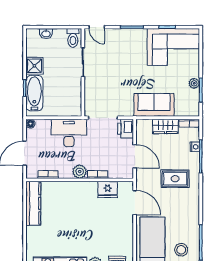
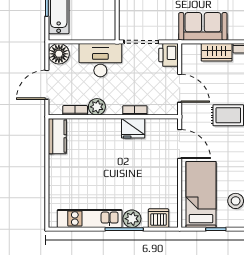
floor lamp: (30, 124) -> (59, 54), width x1.89, depth x1.89
plant: (80, 172) -> (97, 107), moved
fridge: (108, 189) -> (133, 128), moved
kitchen counter: (33, 203) -> (57, 136), width x0.67

